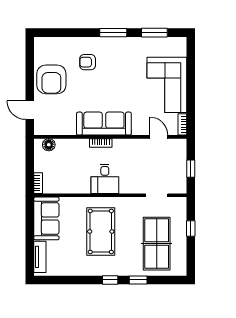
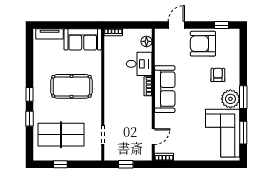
plant: (115, 48) -> (230, 99), added
window: (30, 58) -> (221, 25), added
corner sofa: (167, 85) -> (223, 133), moved, turned -90
desk: (105, 179) -> (139, 64), moved, turned 180
window: (191, 228) -> (60, 164), moved

